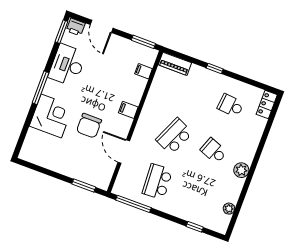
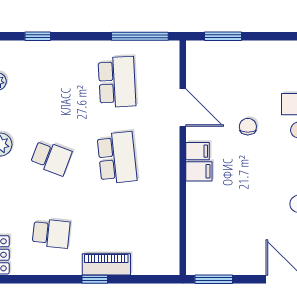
piano: (175, 64) -> (106, 264), moved
filing cabinet: (144, 71) -> (198, 151), moved
chair: (89, 126) -> (248, 127), width x0.54, depth x0.54
school desk: (174, 136) -> (117, 158), turned -30

